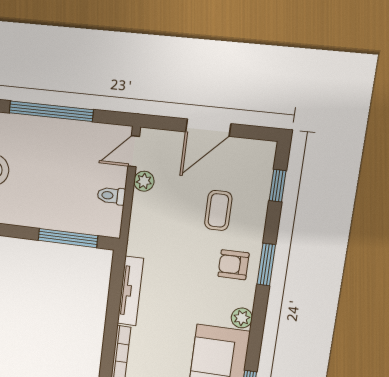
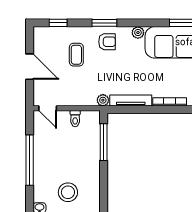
plant: (144, 181) -> (103, 100), moved
coffee table: (218, 210) -> (76, 55), turned 90
armchair: (233, 265) -> (107, 42), turned -90

